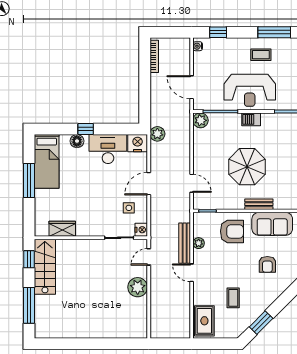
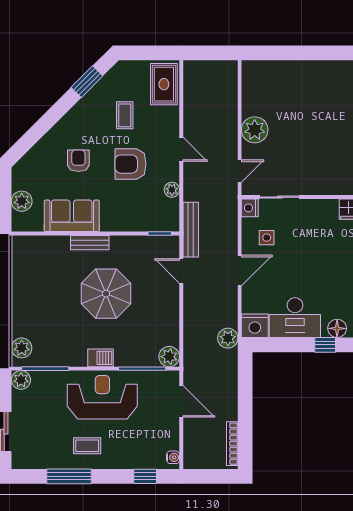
armchair: (232, 231) -> (130, 164), moved
bench: (185, 243) -> (191, 230), moved

